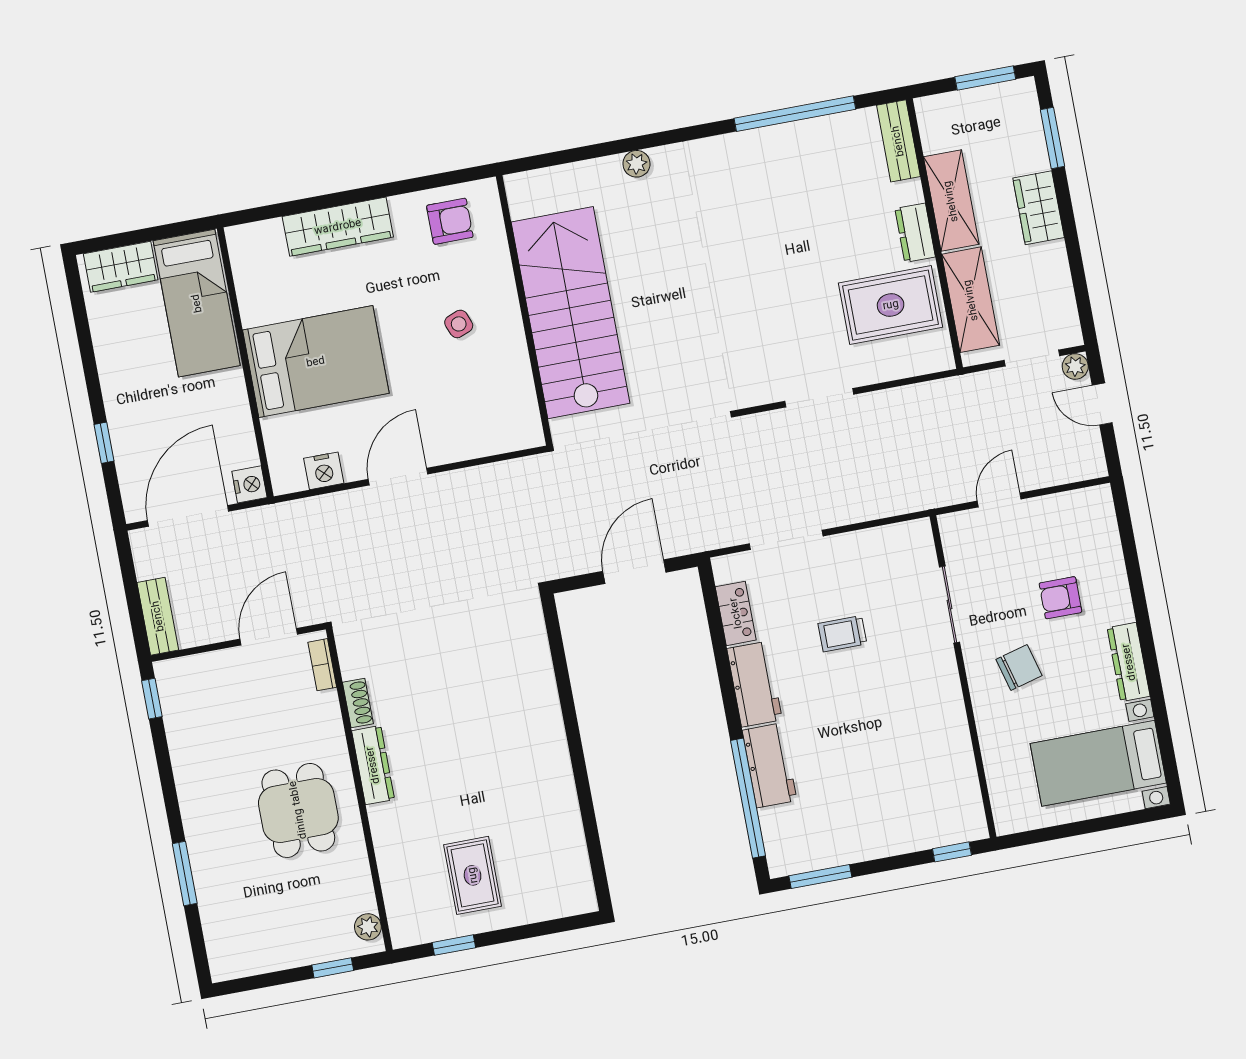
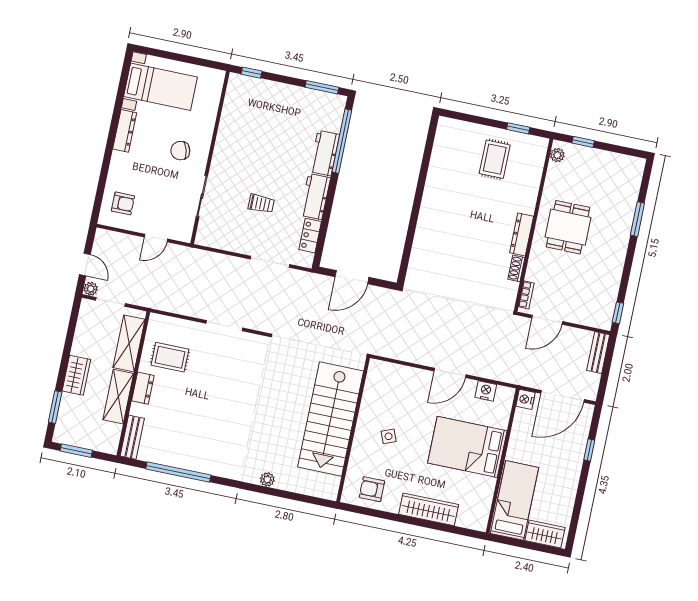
rug: (891, 305) -> (170, 357), width x0.73, depth x0.70
armchair: (1060, 598) -> (123, 203), moved

